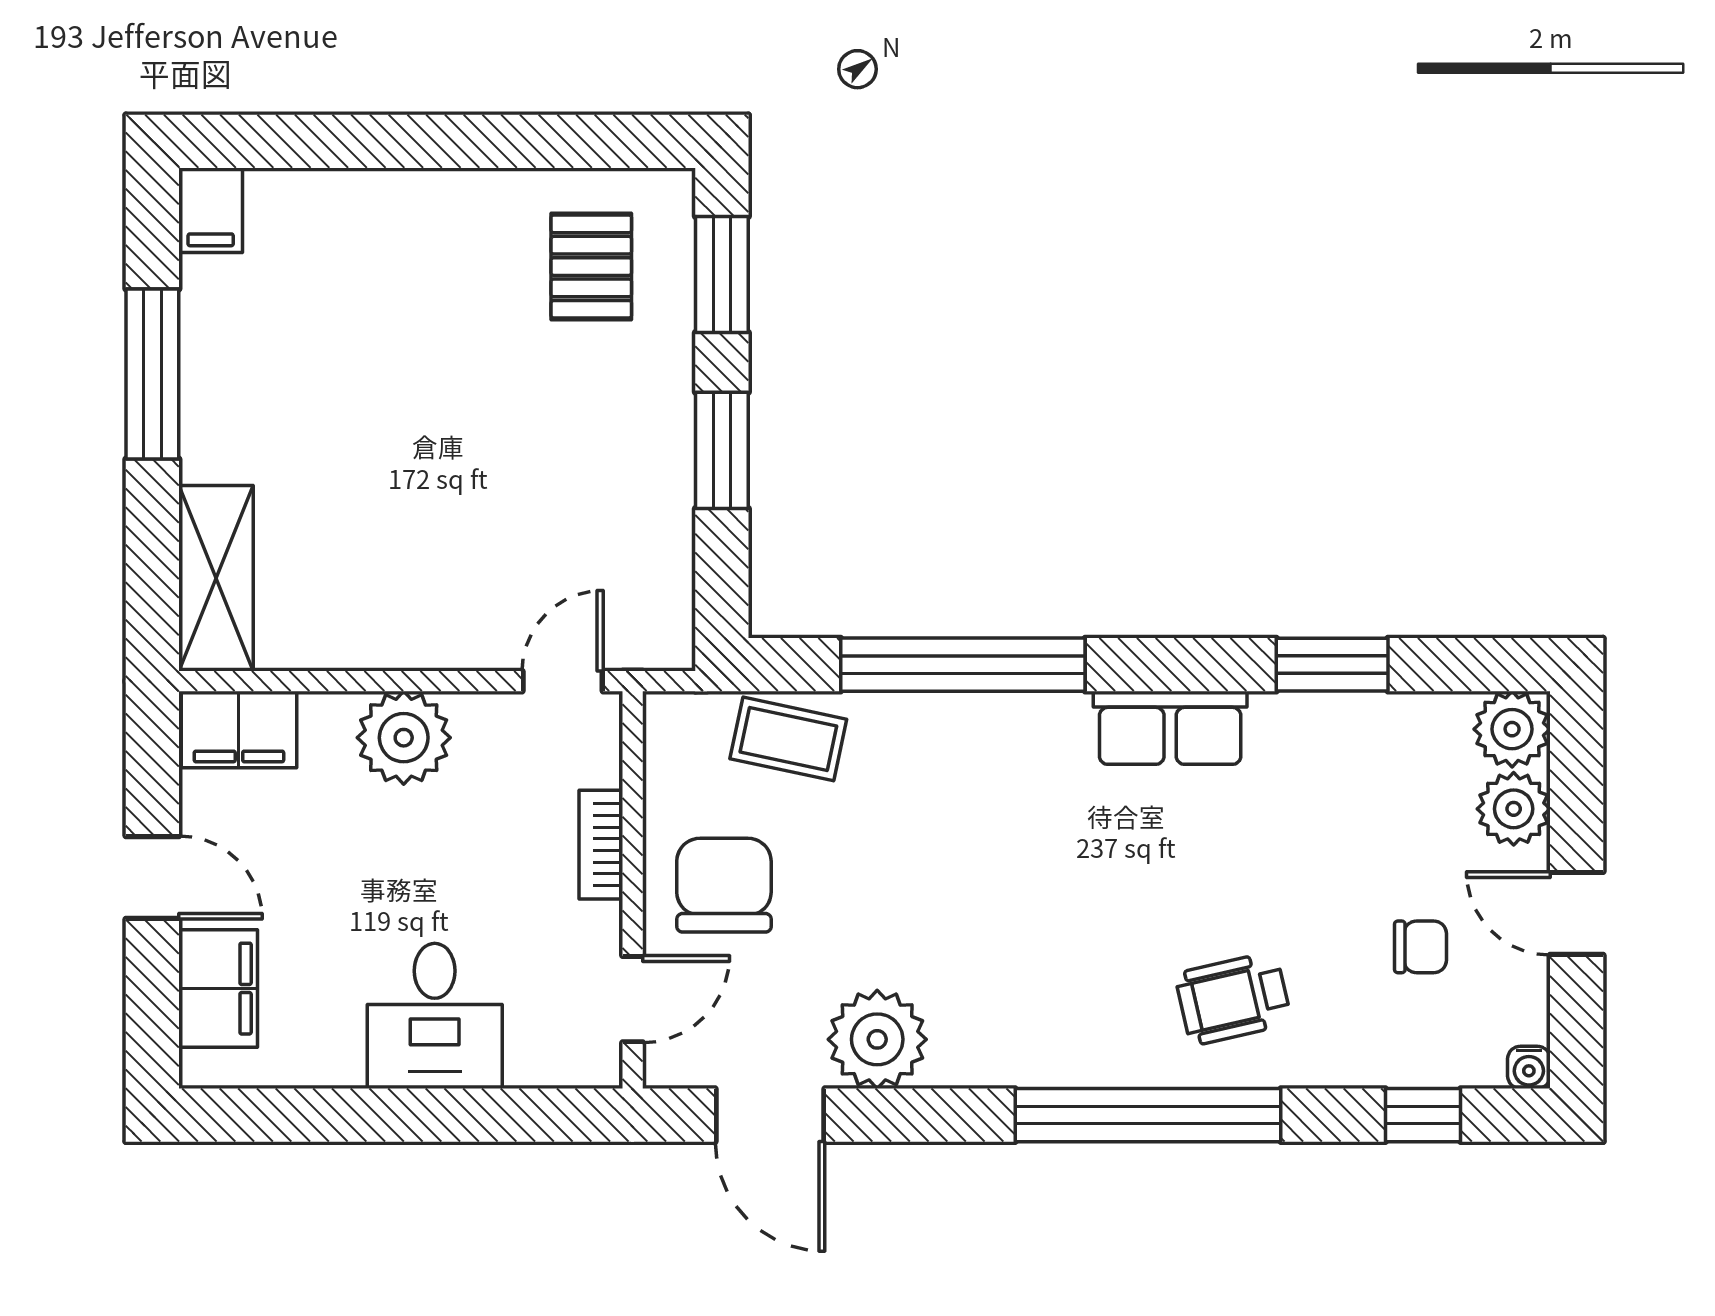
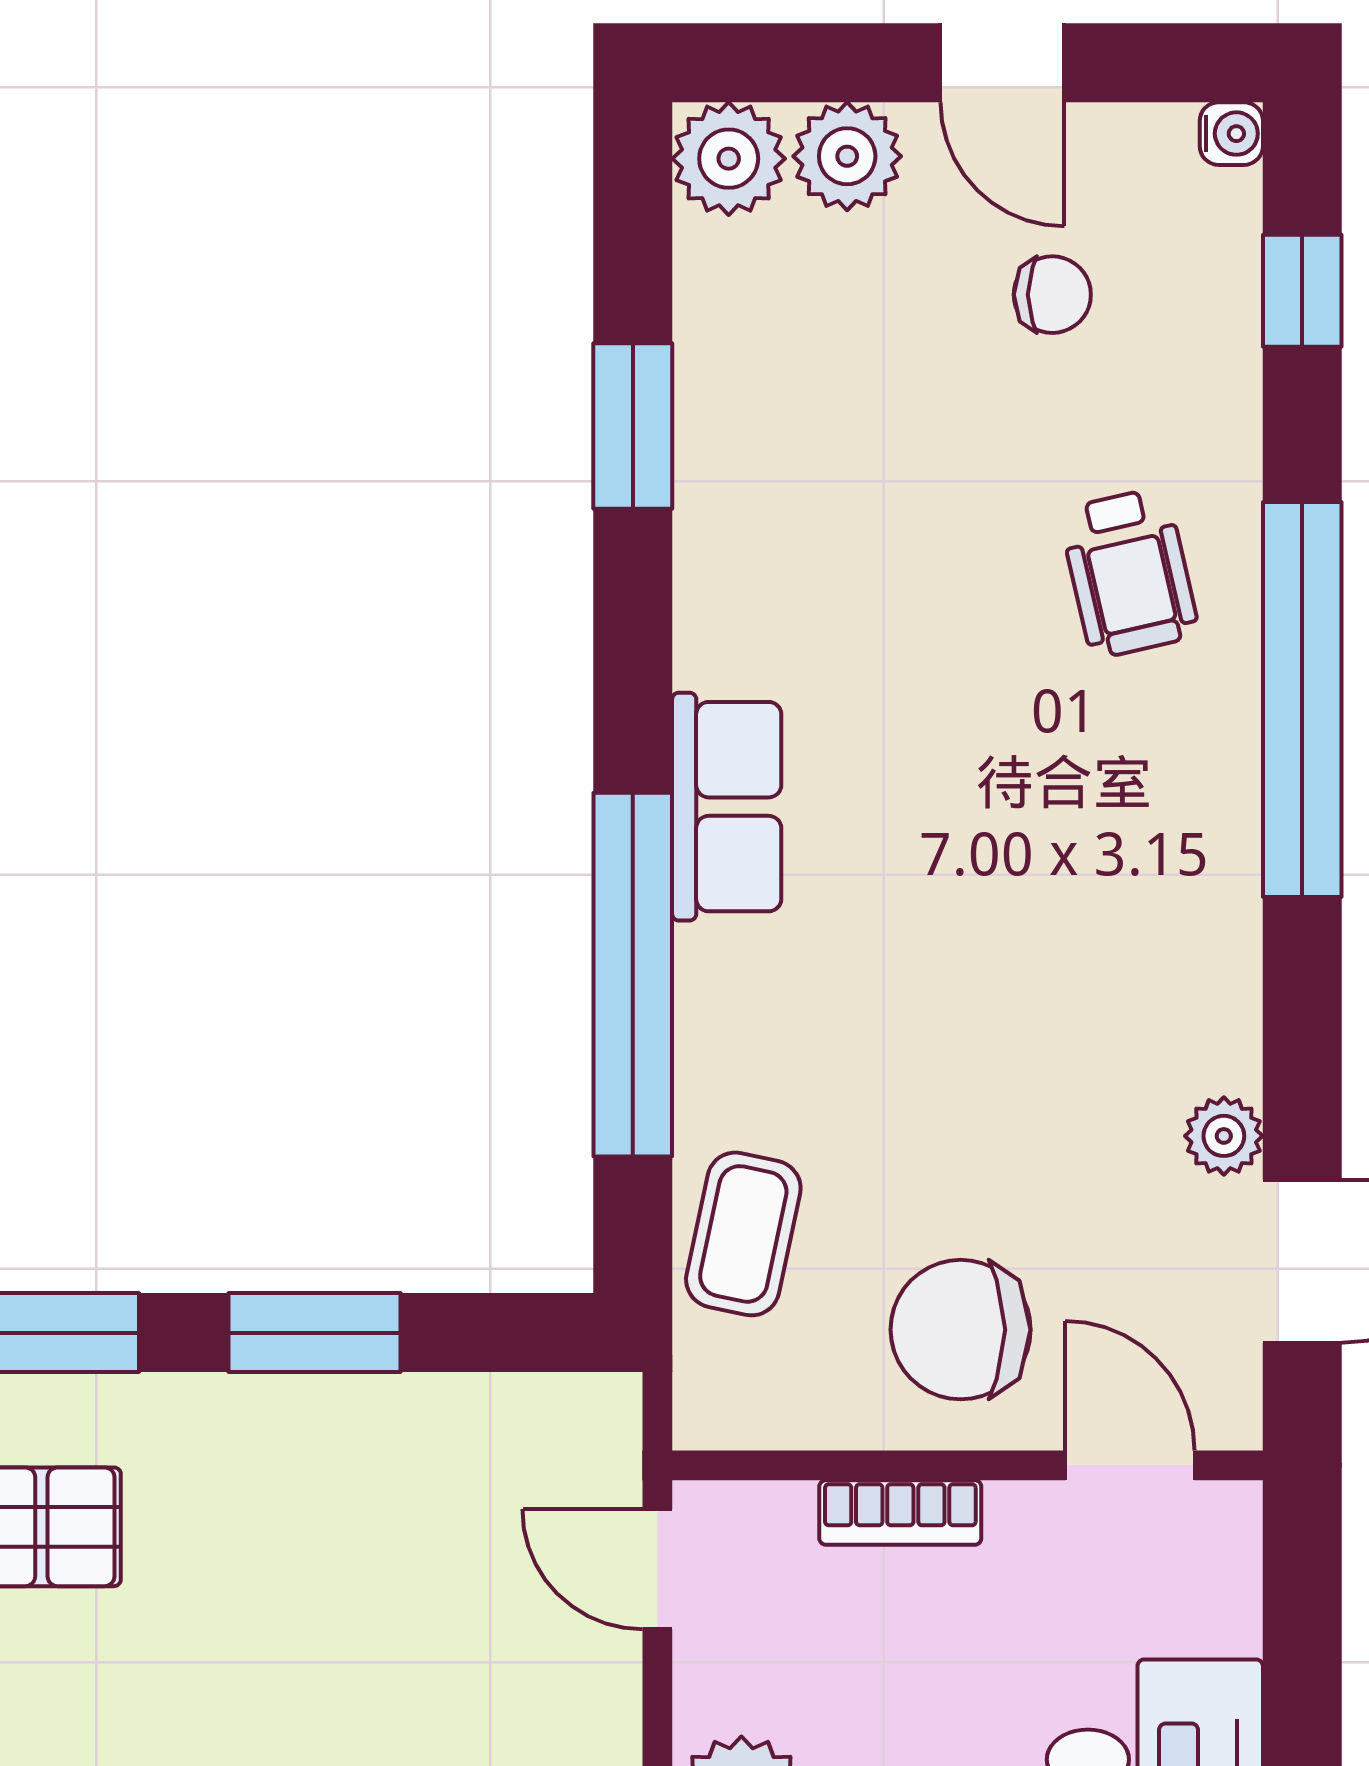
row of seats: (1170, 728) -> (727, 807), moved
door: (1577, 913) -> (1002, 63), hinge flipped
chair: (1420, 947) -> (1052, 295), turned 90
plant: (877, 1039) -> (1224, 1136), width x0.53, depth x0.53

